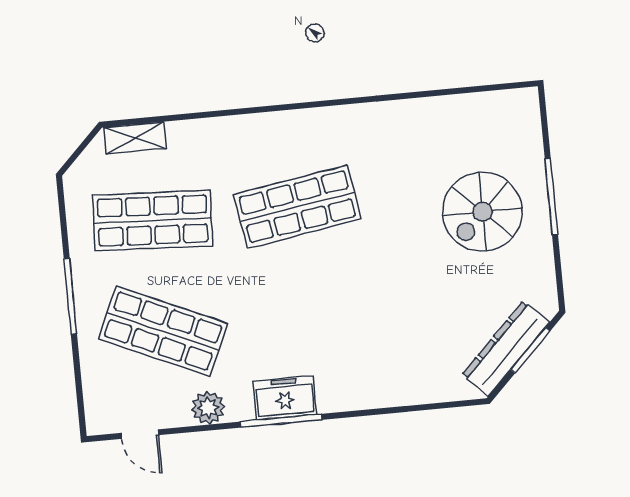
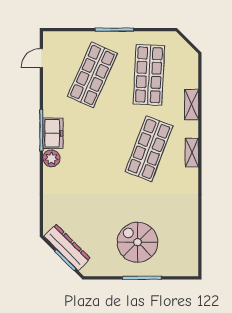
shelving: (297, 122) -> (192, 153), added
shelving: (135, 138) -> (192, 105), moved
shop shelf: (297, 207) -> (149, 149), turned 30
plant: (208, 408) -> (51, 158), moved

